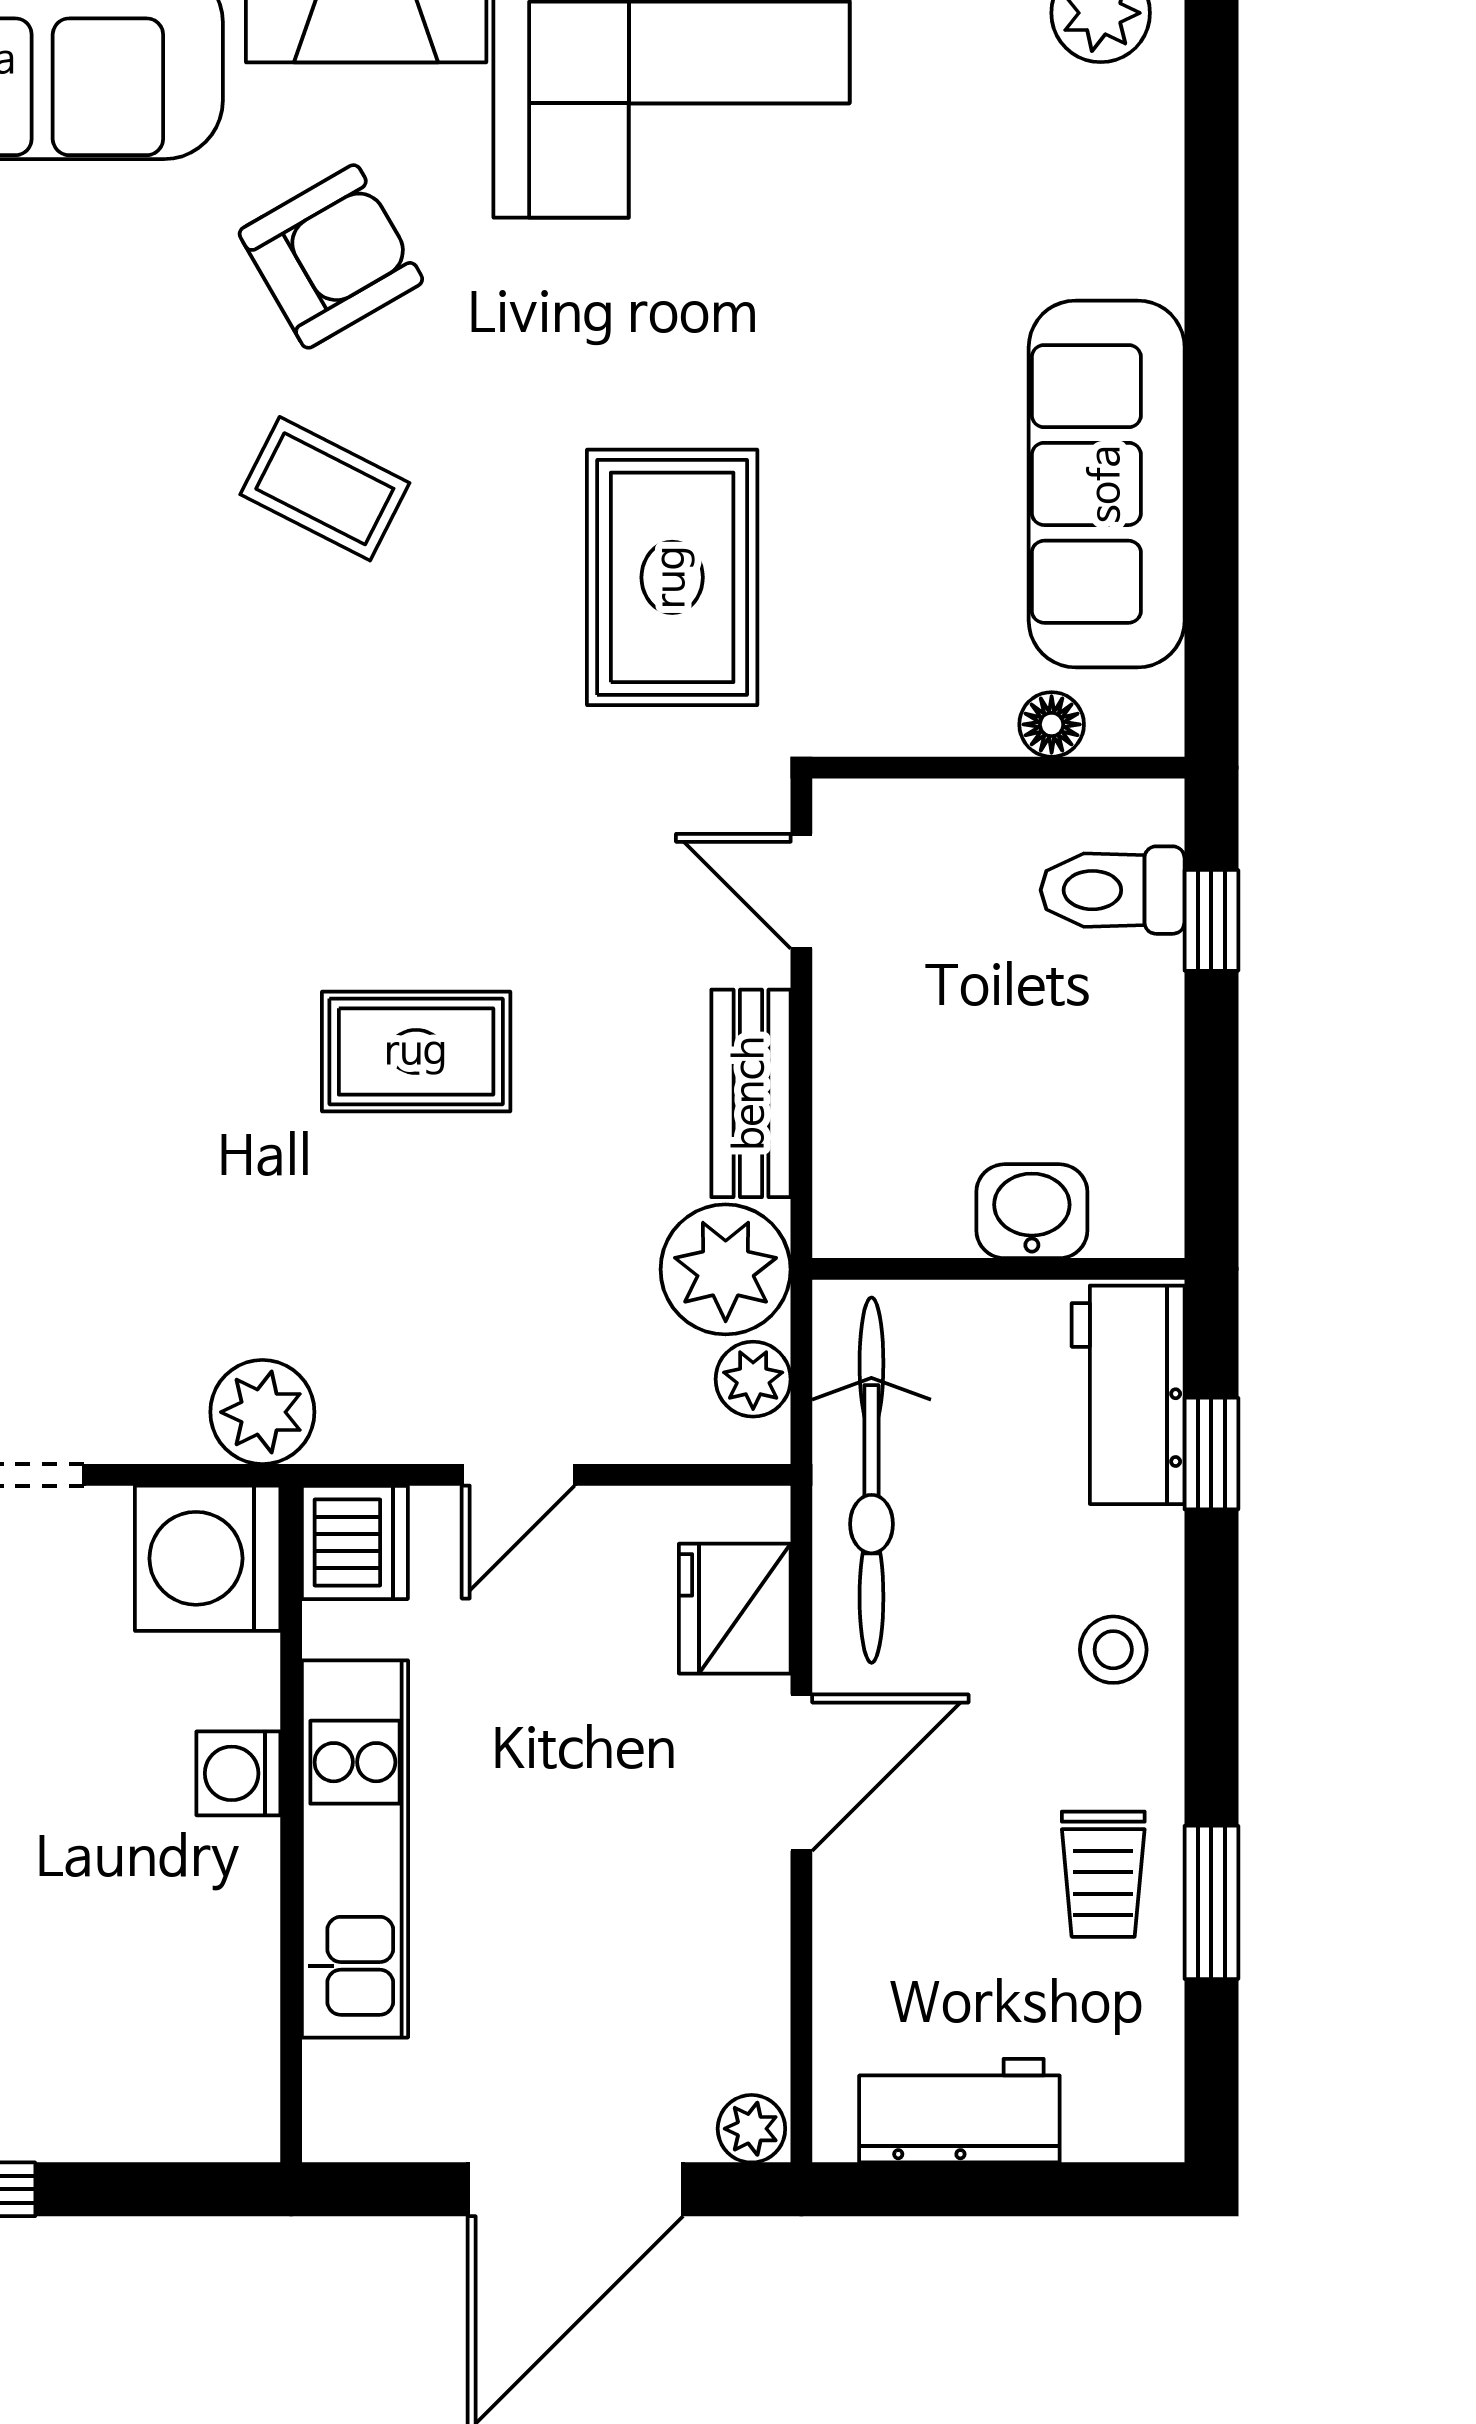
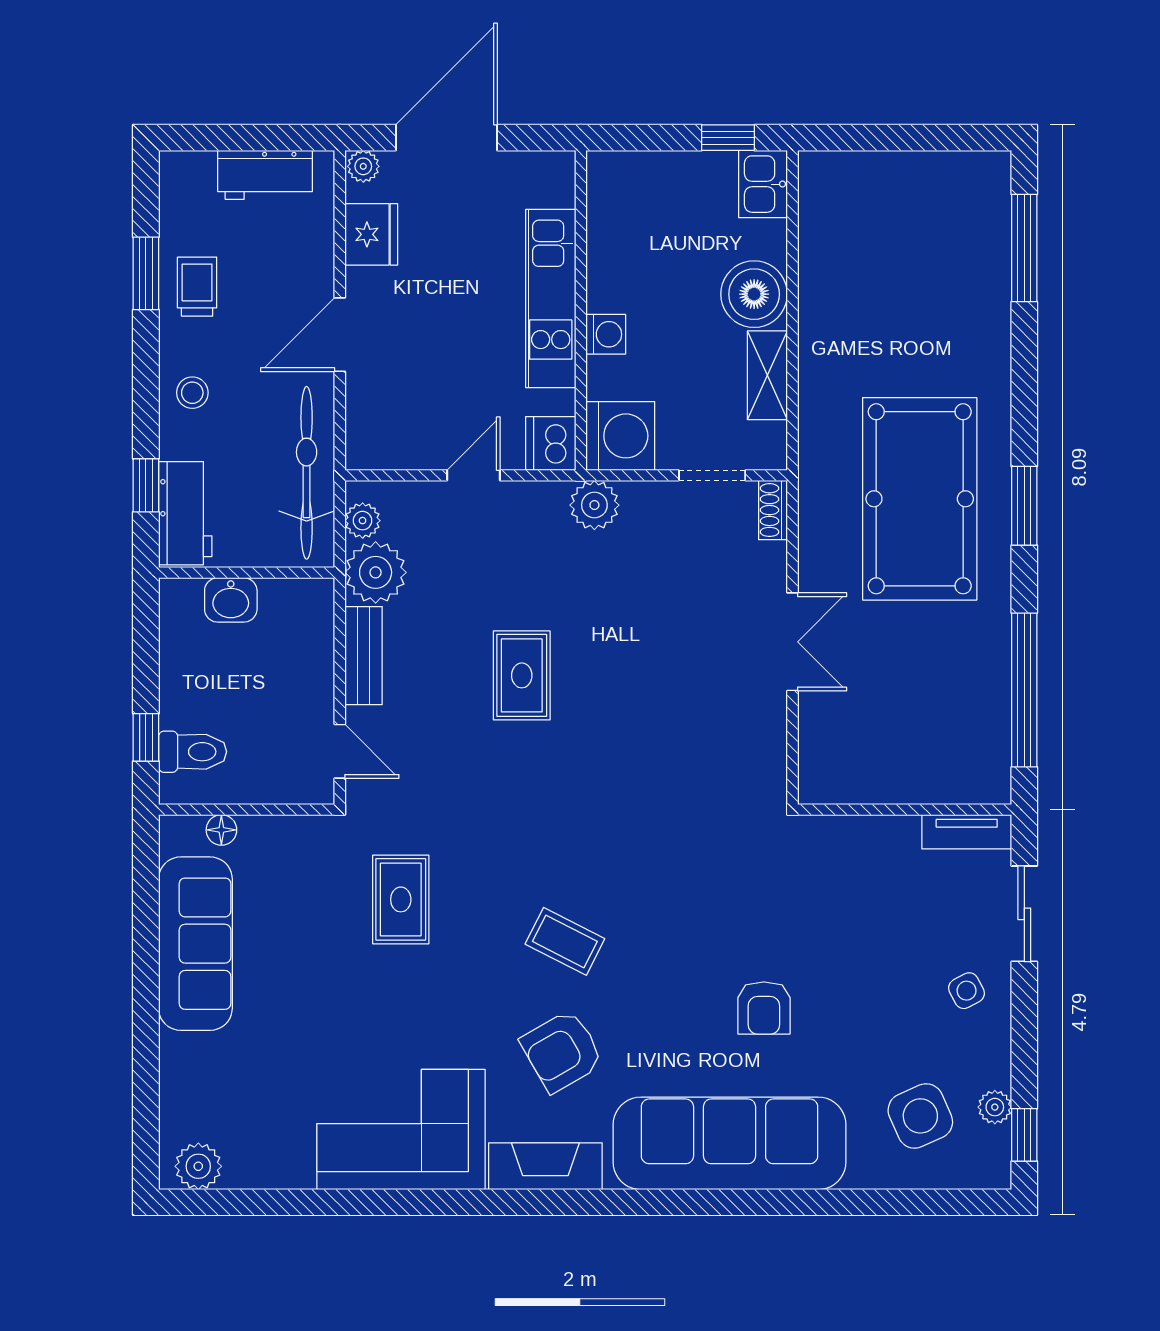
rug: (672, 577) -> (401, 899), width x0.73, depth x0.70
rug: (416, 1052) -> (522, 675), turned 90
fridge: (735, 1609) -> (371, 234), moved

